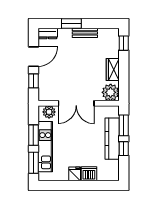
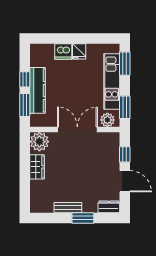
window: (124, 43) -> (25, 196), removed
door: (33, 57) -> (125, 181), swing flipped
window: (33, 135) -> (125, 107), moved

